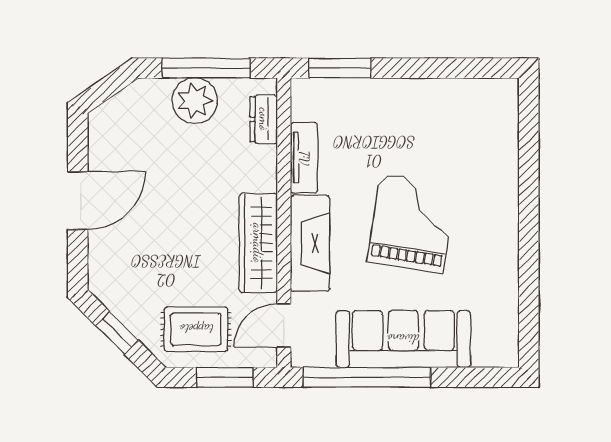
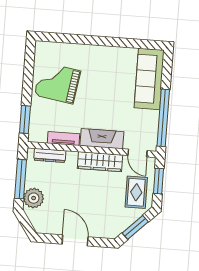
plant: (195, 101) -> (34, 198), moved
dresser: (264, 119) -> (50, 155), width x1.44
grand piano: (412, 224) -> (57, 83), moved
window: (117, 333) -> (135, 227), width x1.50
sofa: (403, 339) -> (149, 79), moved

